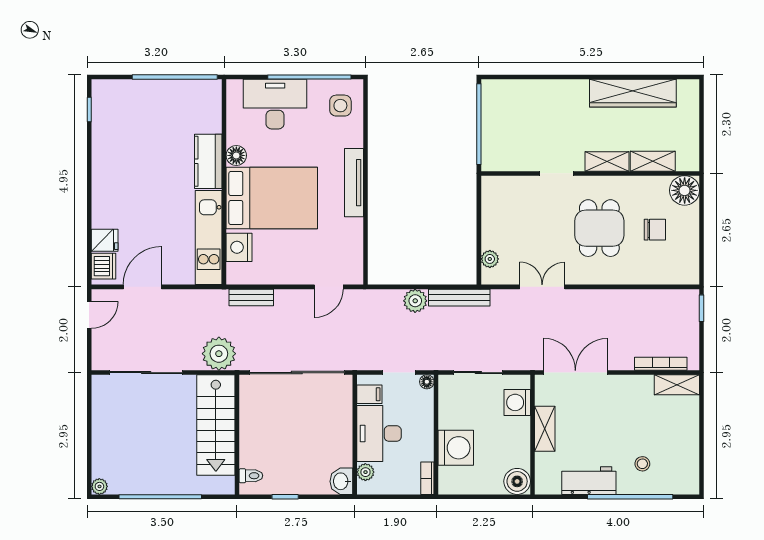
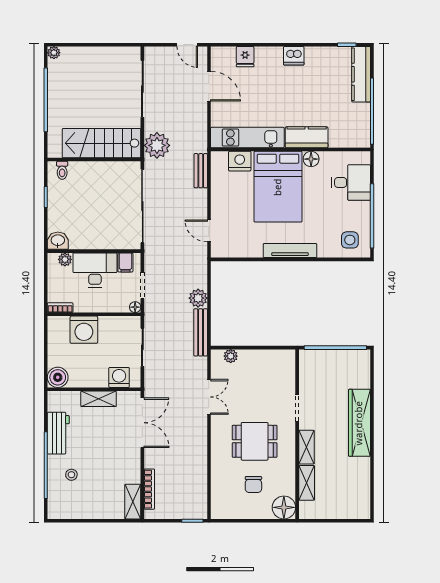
kitchen counter: (127, 91) -> (361, 74), added
wardrobe: (633, 93) -> (359, 423), moved
desk: (275, 104) -> (351, 182), width x0.73
dishwasher: (103, 266) -> (294, 56), moved

